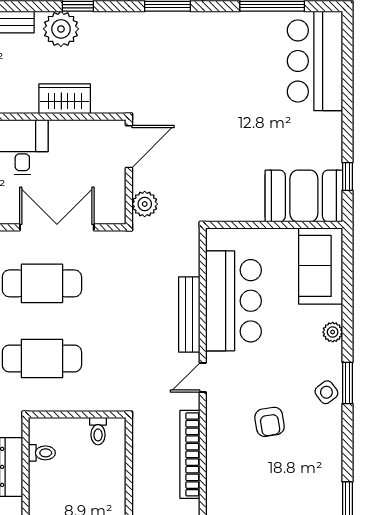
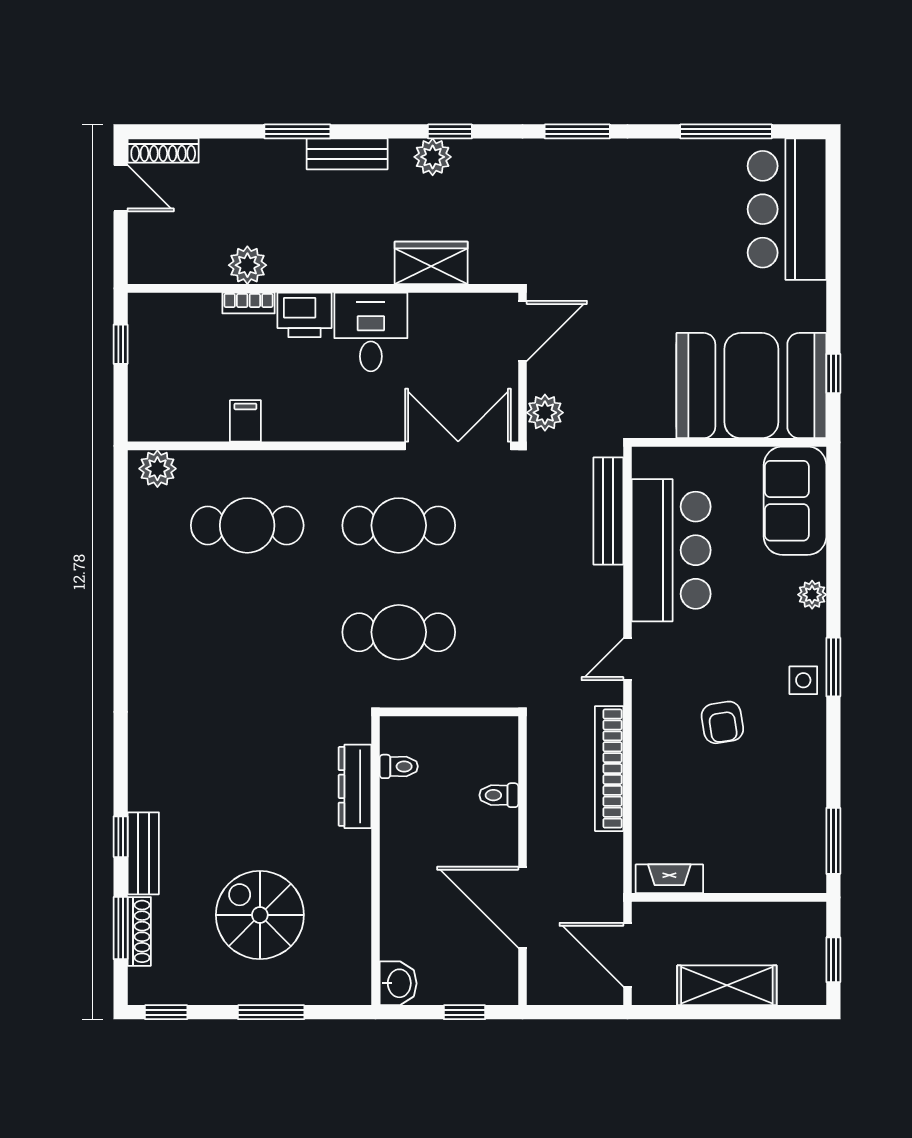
plant: (61, 29) -> (433, 157), width x0.73, depth x0.73
booth: (304, 196) -> (751, 386), width x1.36, depth x1.42
double door: (57, 227) -> (458, 446), moved
bench: (189, 315) -> (608, 511), moved
side table: (326, 392) -> (803, 680), turned 37
toilet: (98, 431) -> (499, 795), moved, turned 90

